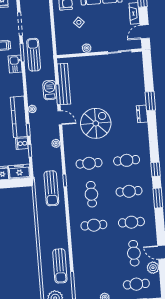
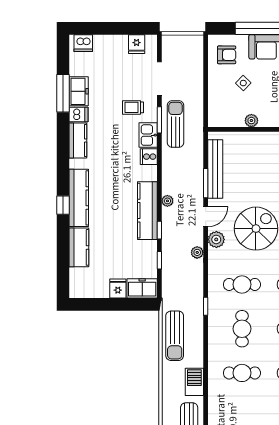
barbecue: (50, 90) -> (194, 382), moved
door: (60, 118) -> (206, 217), hinge flipped
plant: (69, 133) -> (216, 239), added
cooker: (22, 144) -> (149, 157), moved
sun lounger: (51, 188) -> (175, 336), moved

